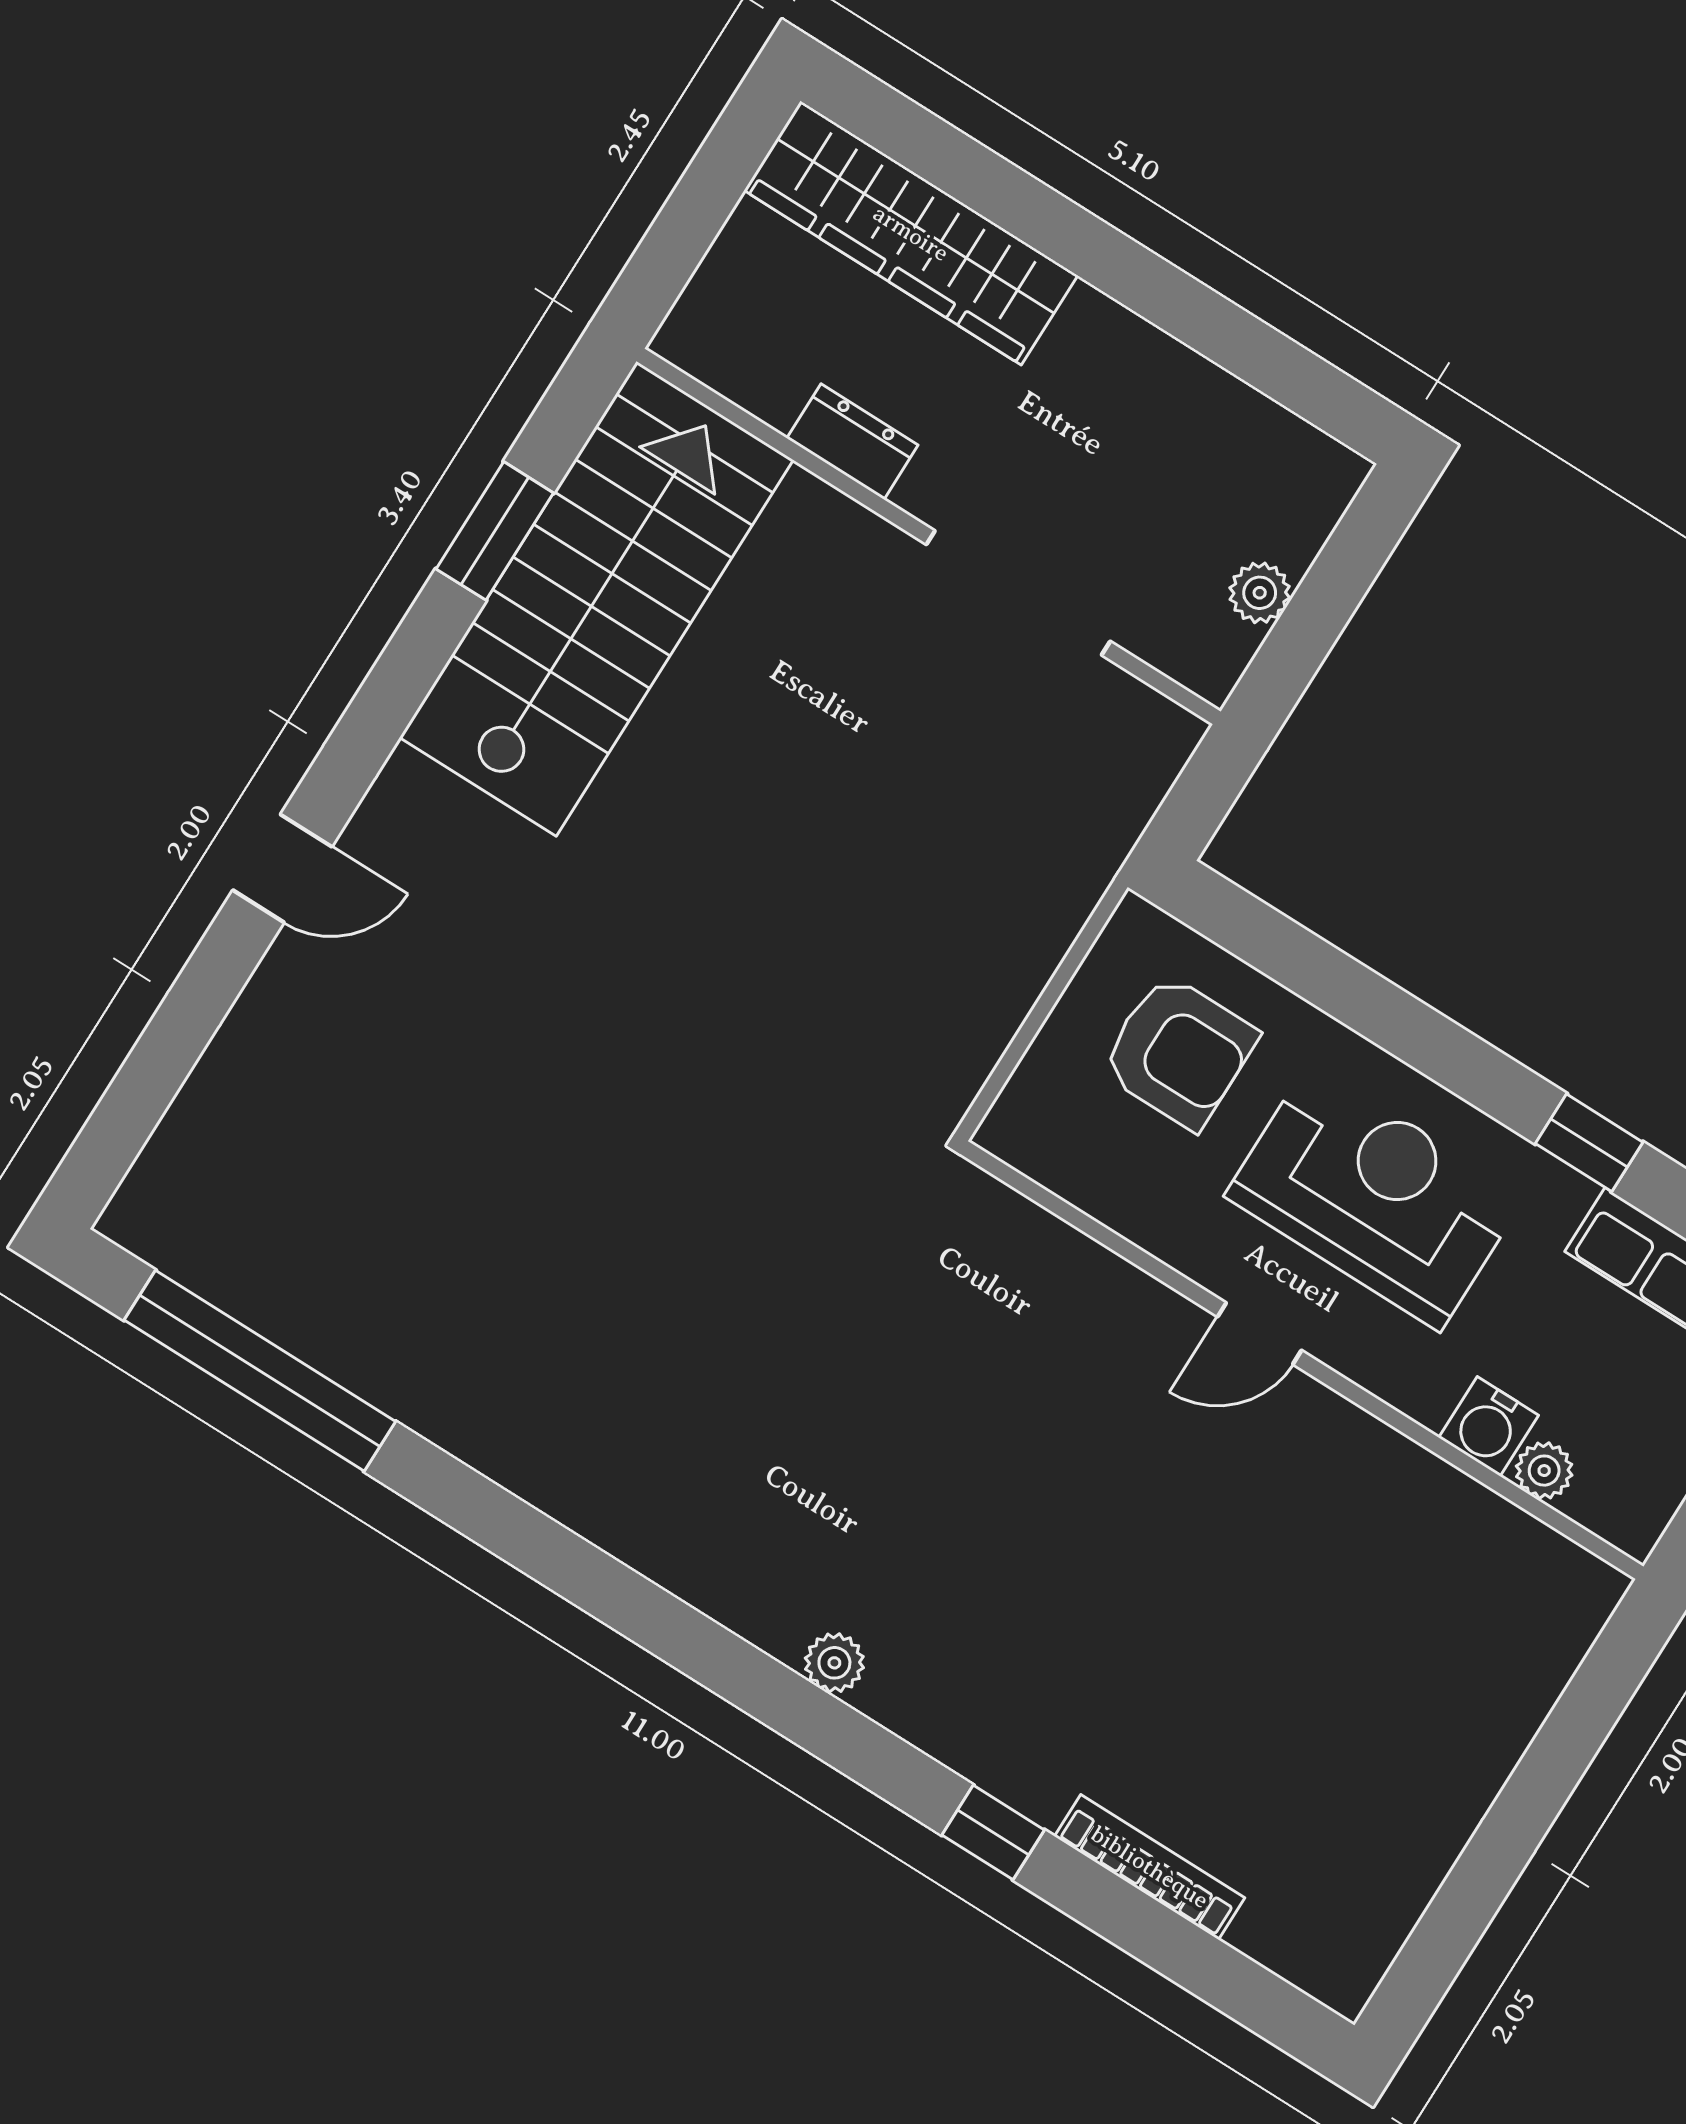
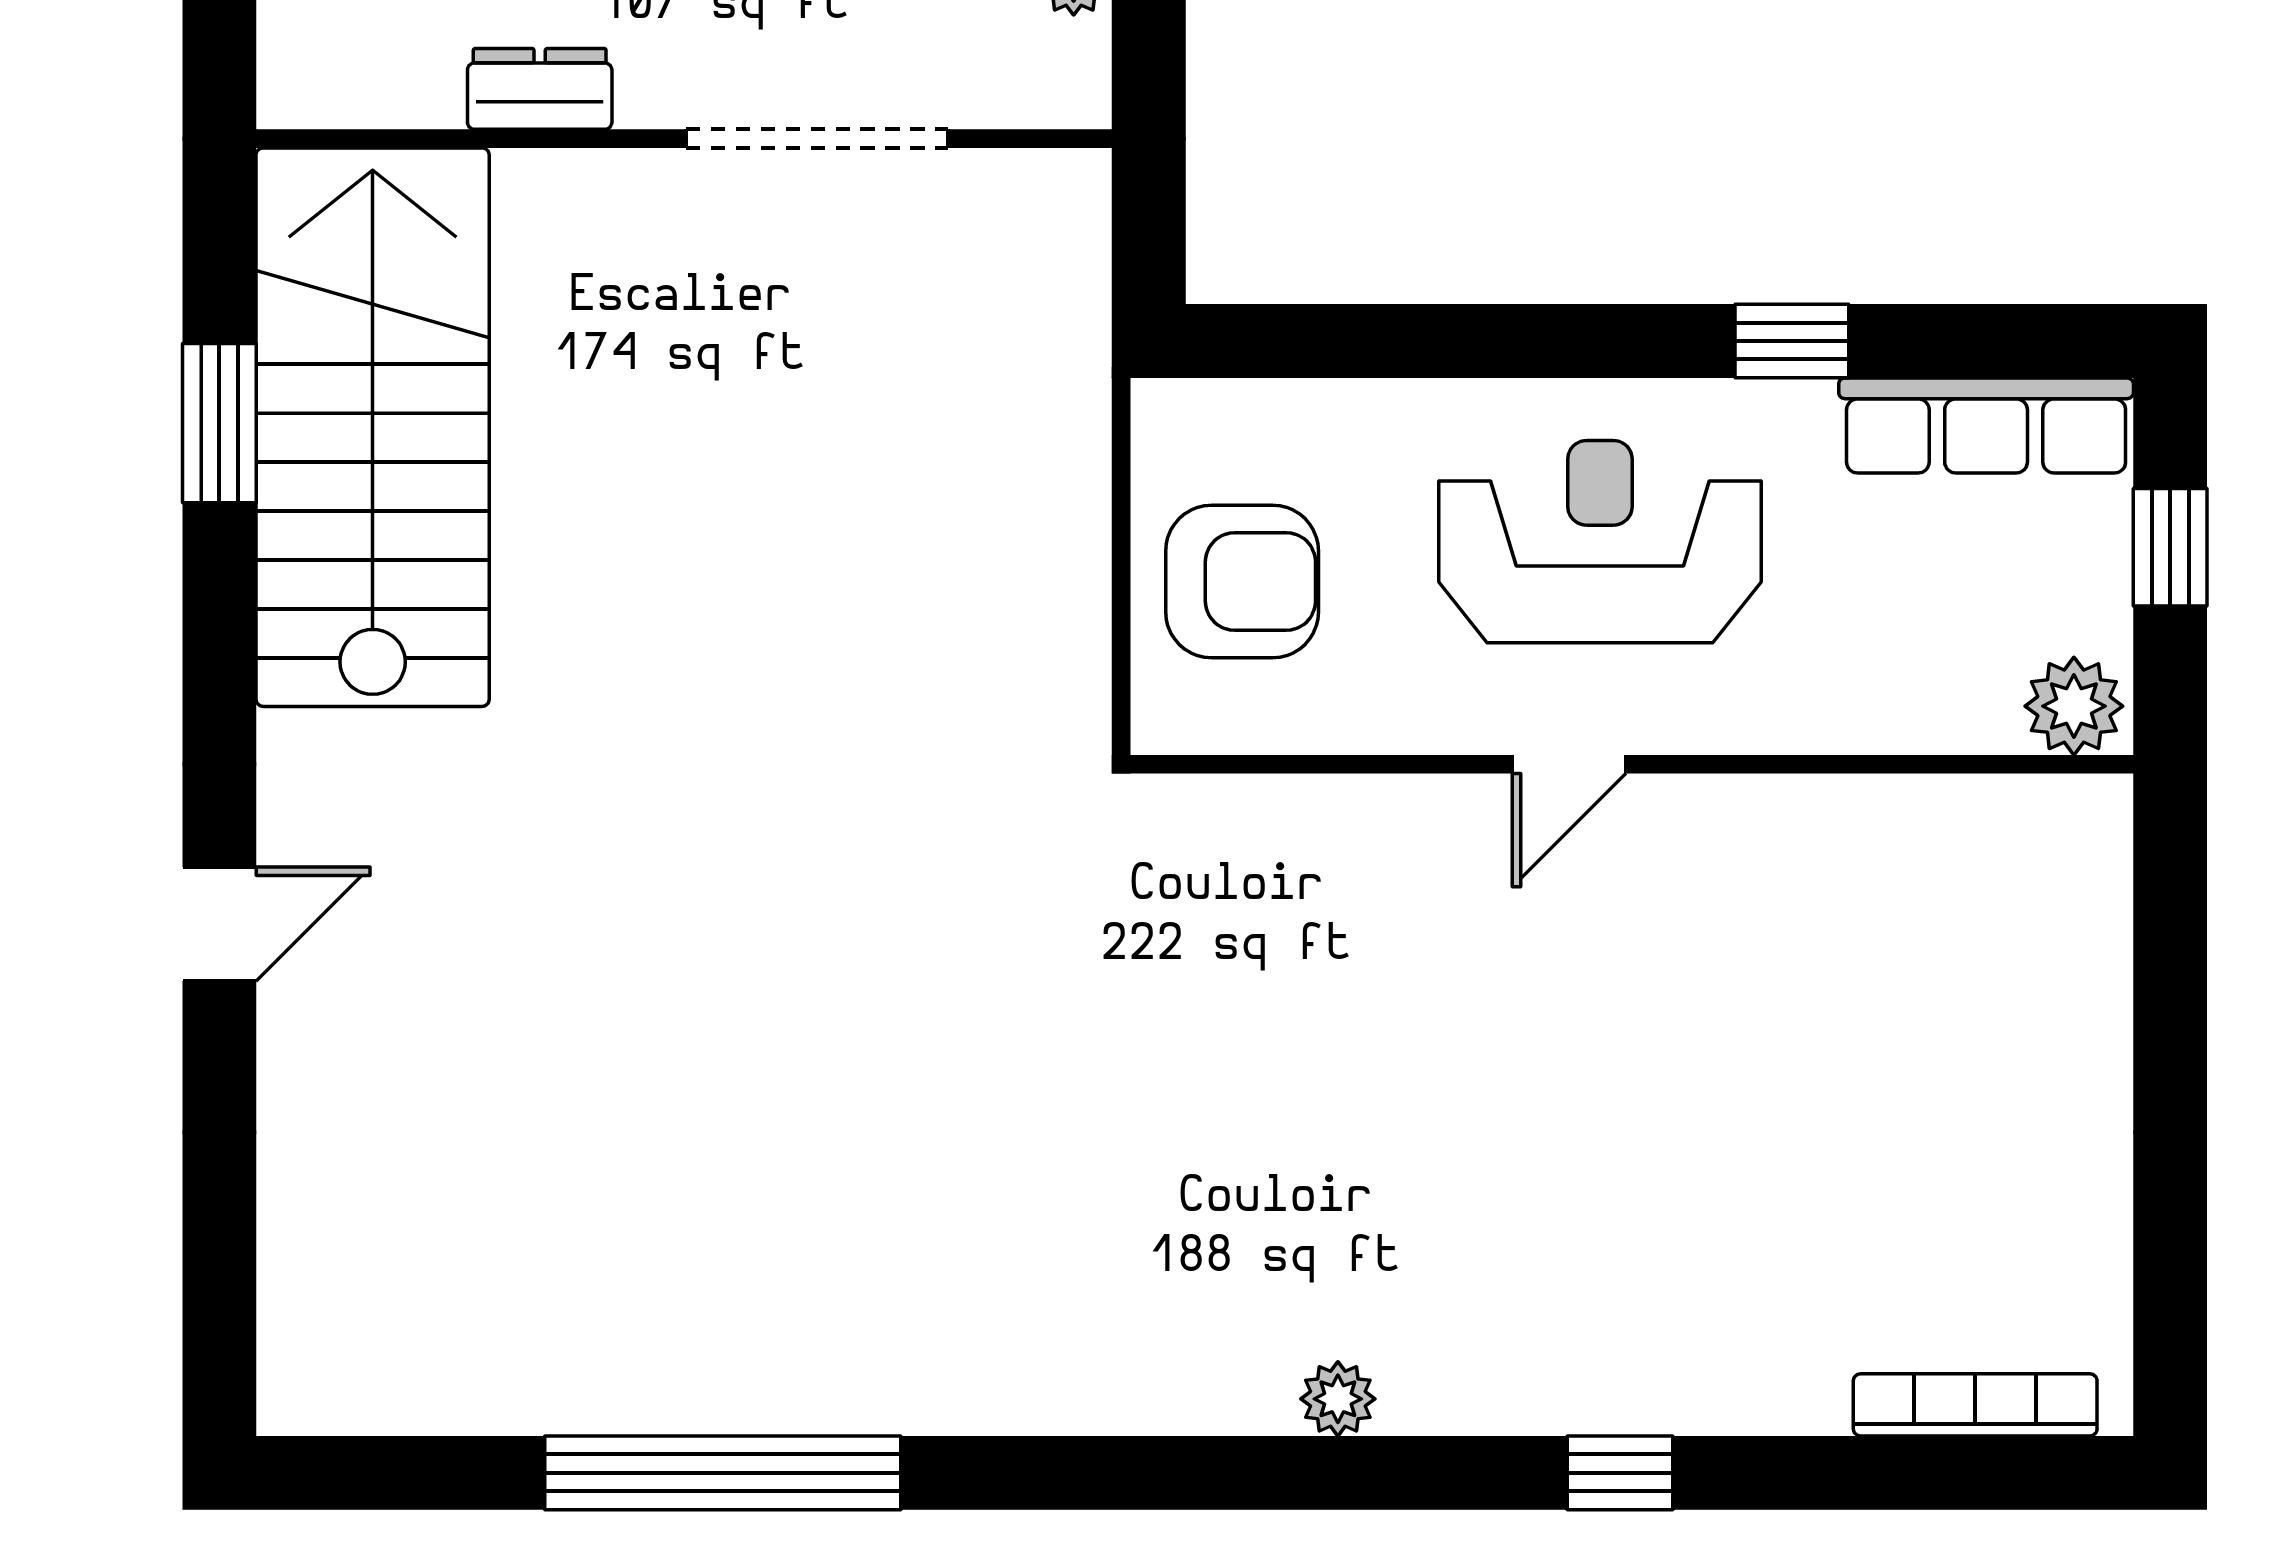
armchair: (1179, 1052) -> (1242, 581), moved
window: (260, 1371) -> (723, 1473), moved
water cooler: (1489, 1426) -> (1875, 710), removed
plant: (1544, 1471) -> (2074, 706), moved, width x1.38, depth x1.38
bookcase: (1150, 1867) -> (1975, 1405), moved

